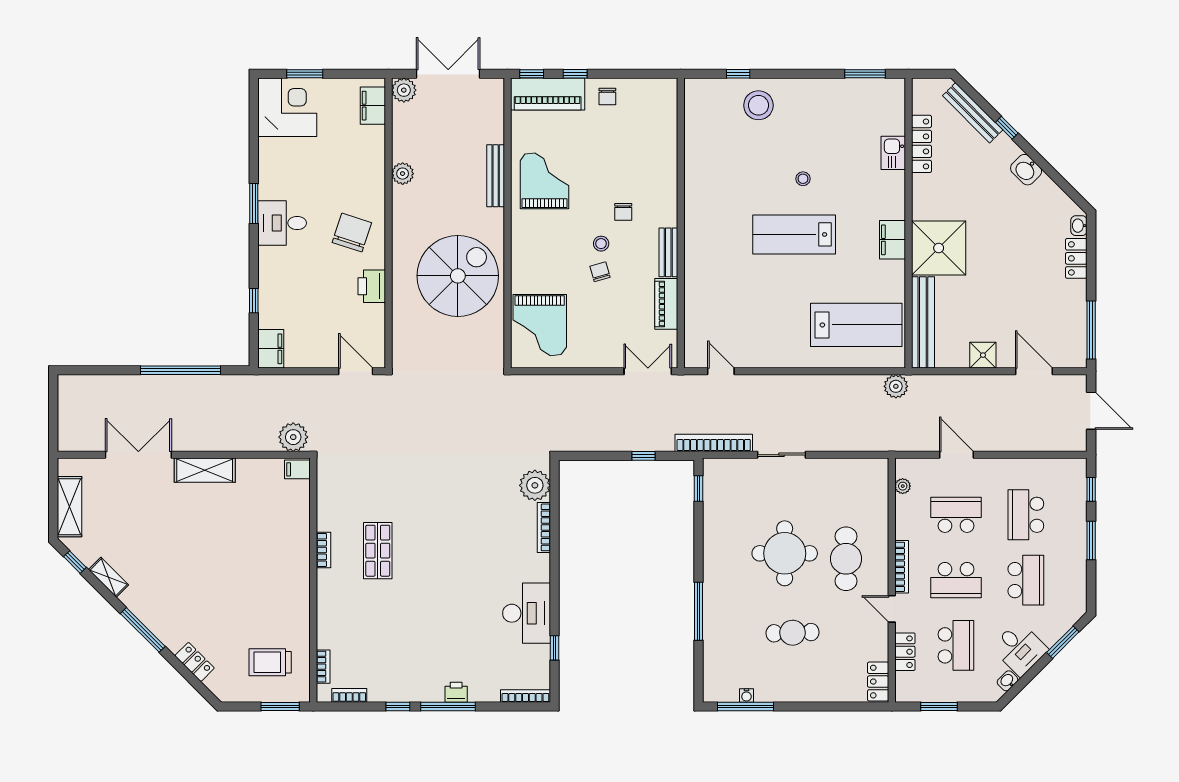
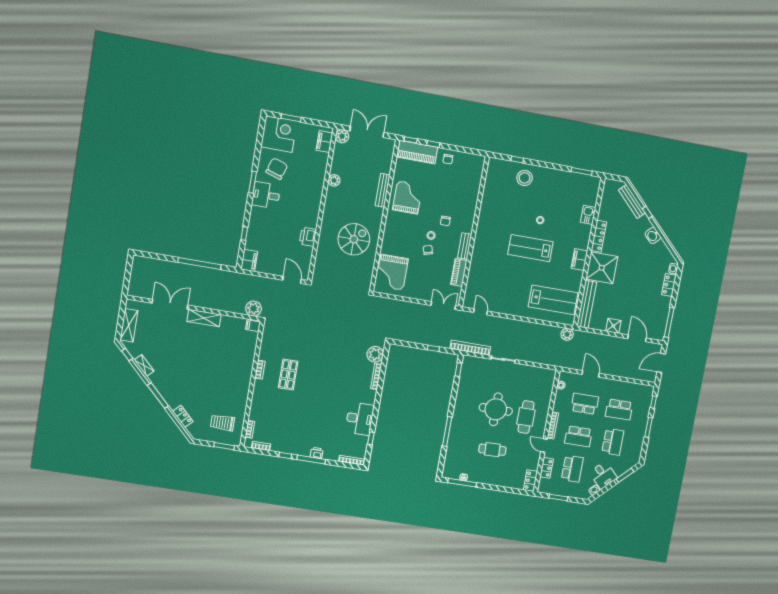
locker: (921, 144) -> (599, 236), moved
chair: (352, 233) -> (277, 169), moved
spiral stairs: (458, 276) -> (354, 239), width x0.73, depth x0.73
door: (1091, 411) -> (661, 363), swing flipped
school desk: (1026, 515) -> (619, 409), turned -90

